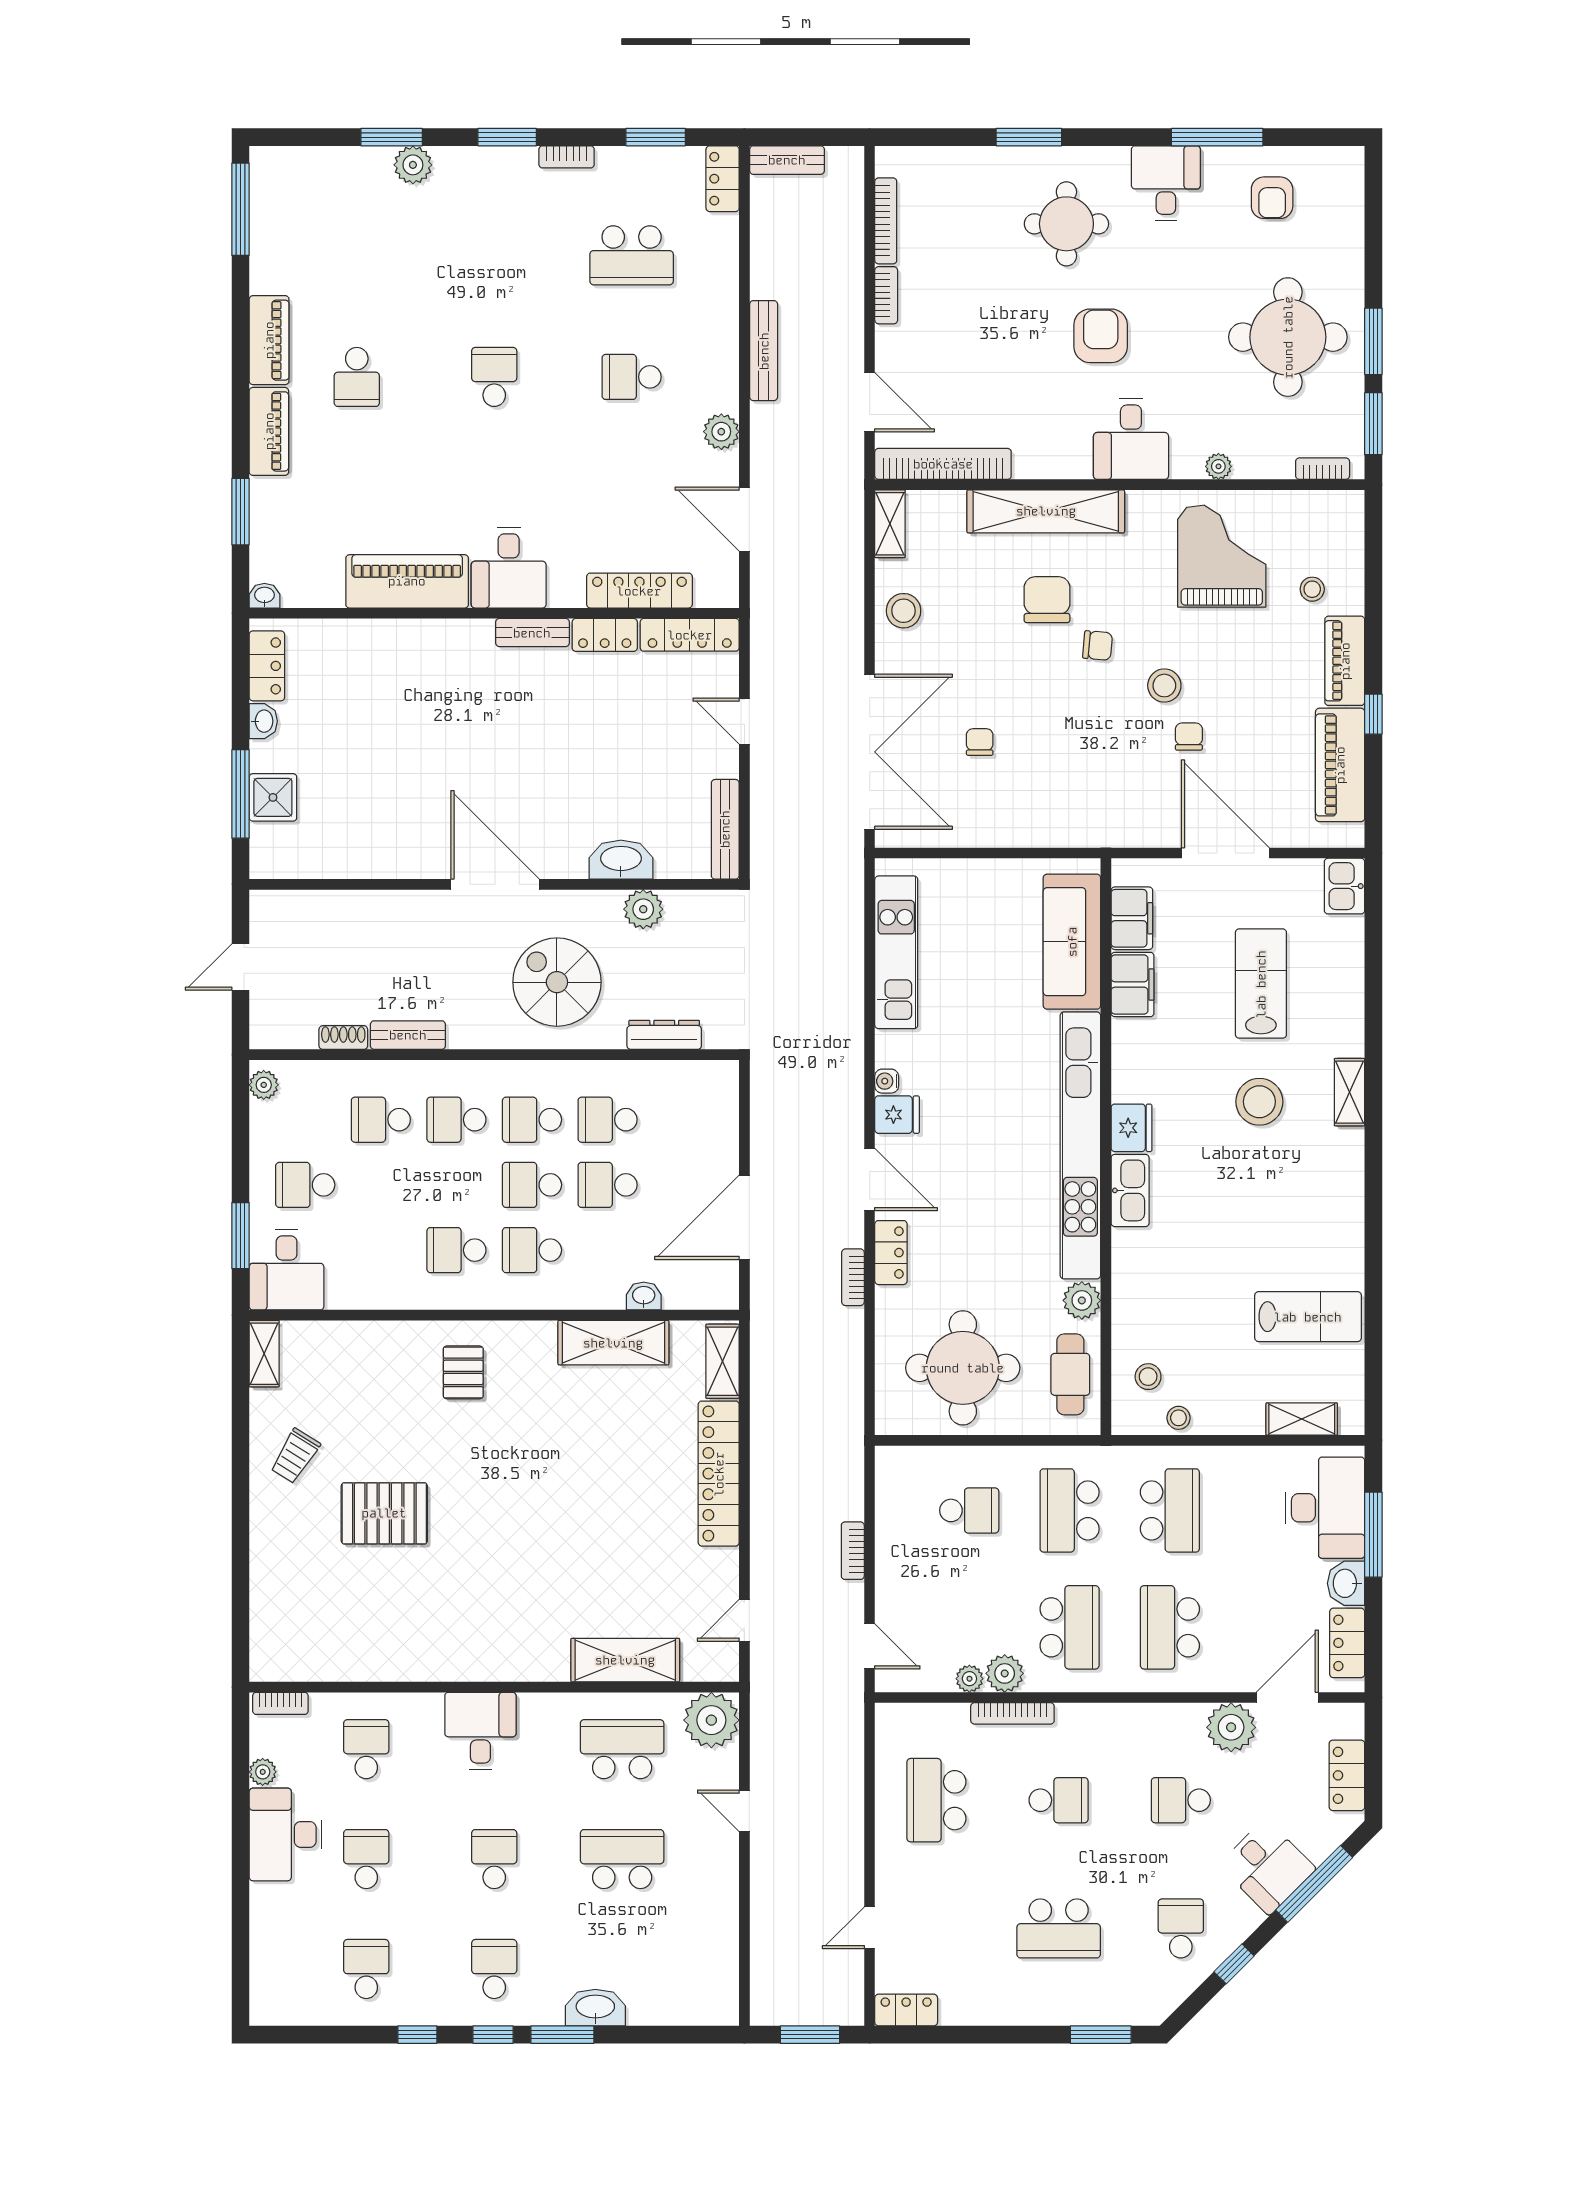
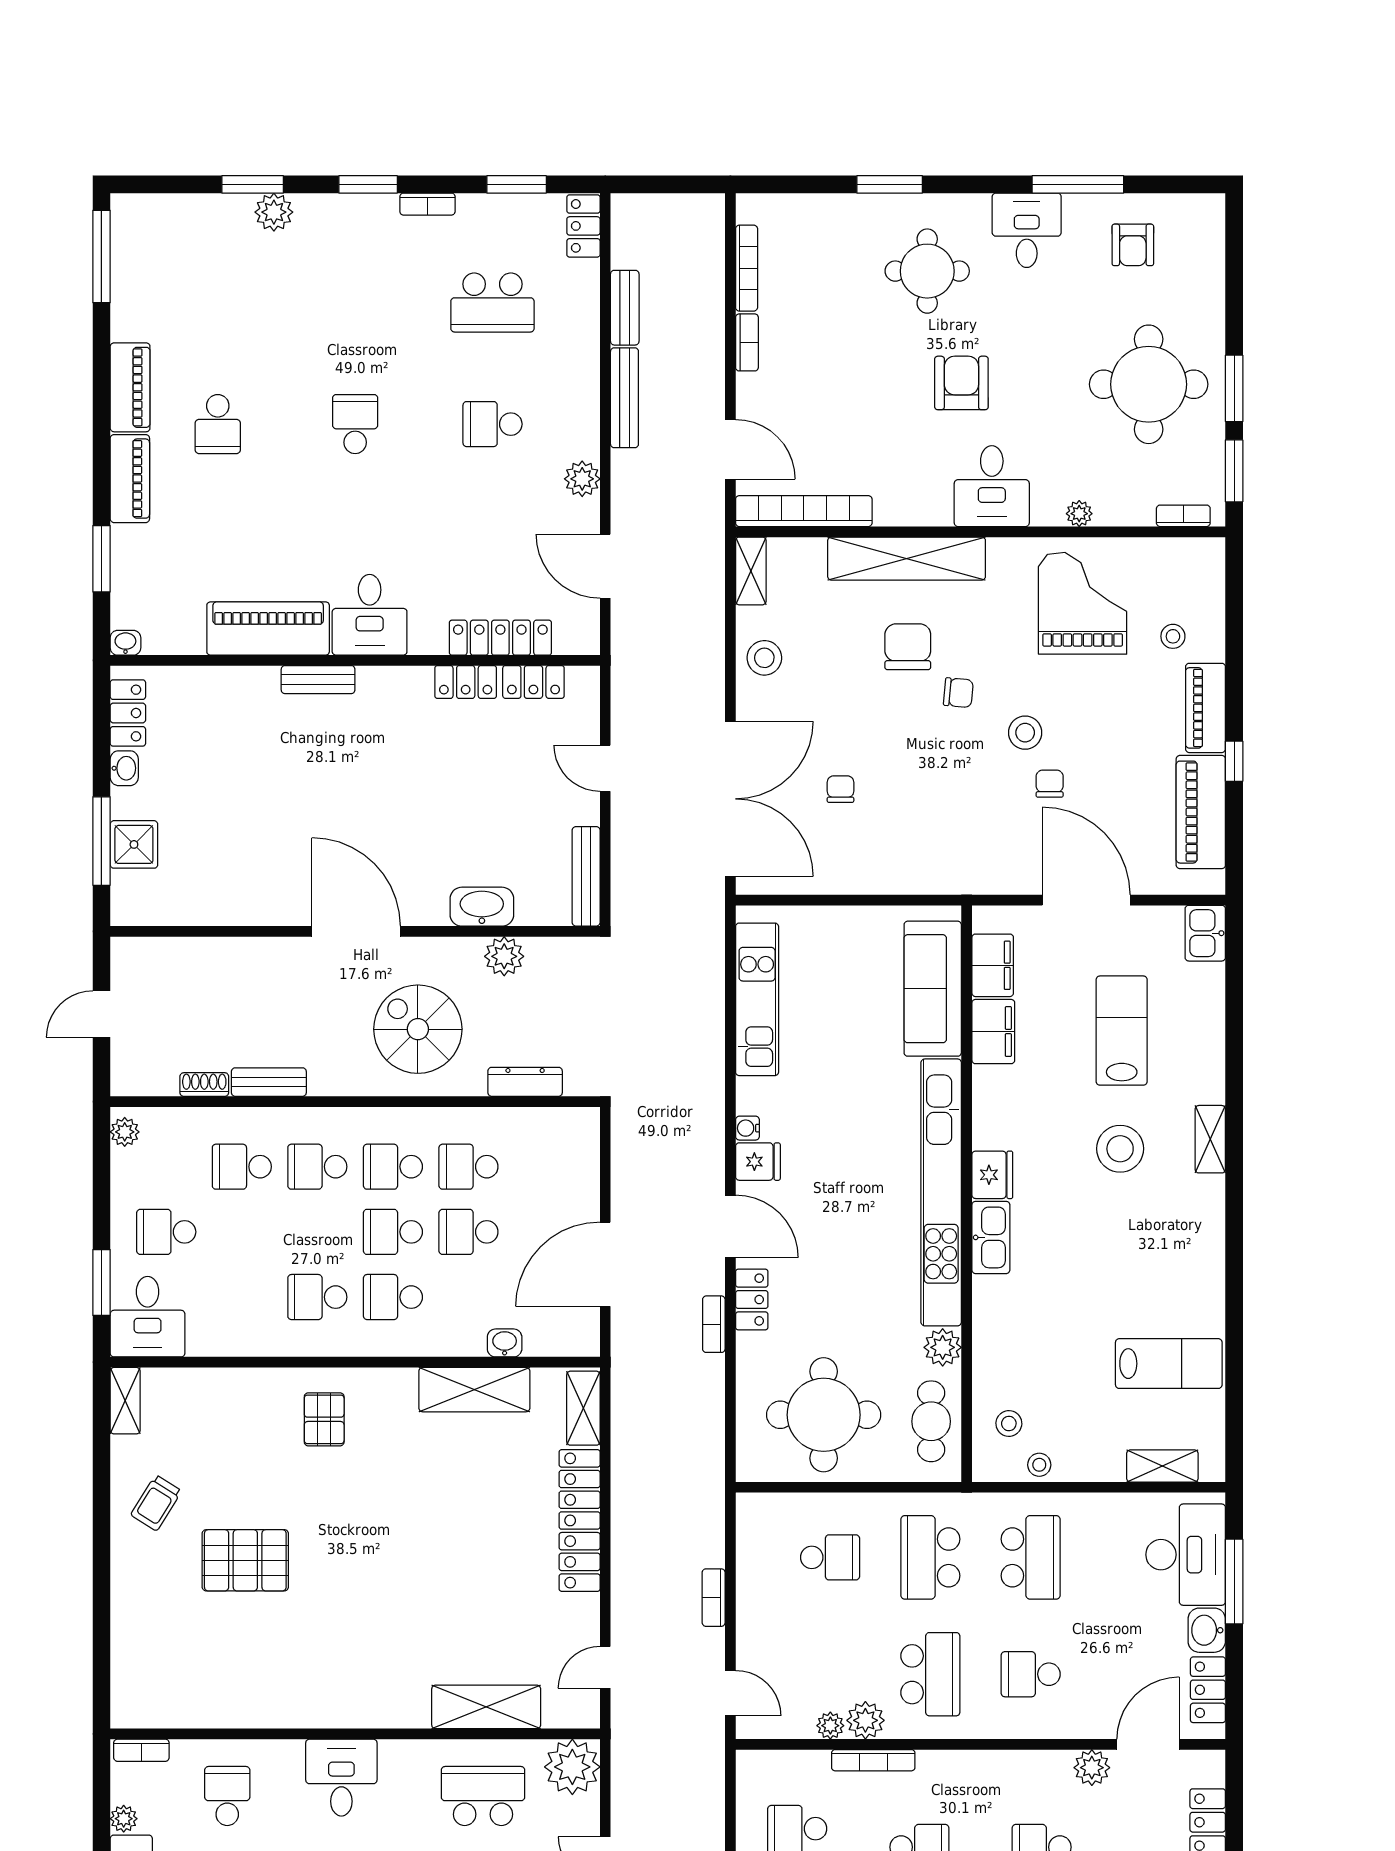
bench: (787, 160) -> (625, 308), moved, turned 90
bench: (532, 633) -> (318, 680), moved
locker: (690, 635) -> (533, 682), width x0.66
school desk: (1170, 1627) -> (1031, 1674), width x0.54
plant: (1231, 1727) -> (1092, 1768), width x0.73, depth x0.73

